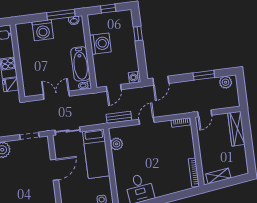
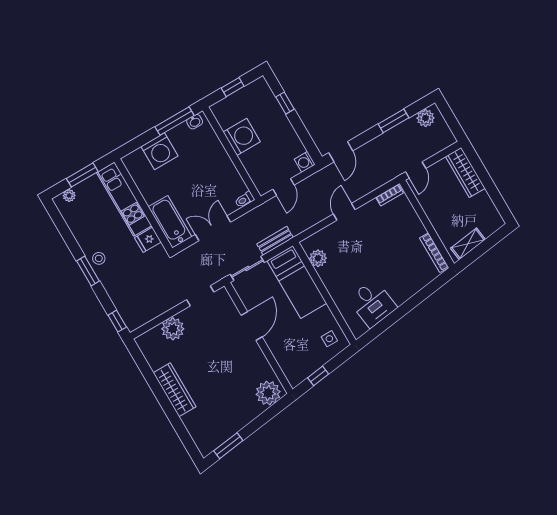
bathtub: (80, 64) -> (170, 222), moved, turned 180
bench: (119, 117) -> (275, 241), moved

